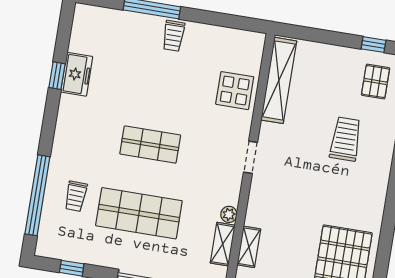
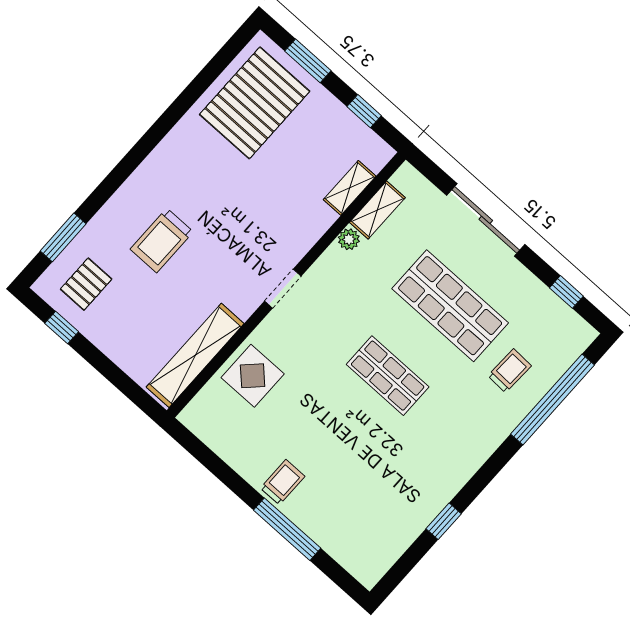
freezer: (77, 74) -> (420, 509), removed

